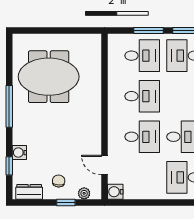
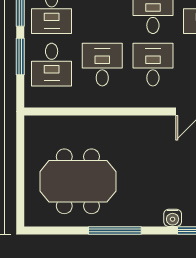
desk: (142, 56) -> (52, 65), turned 180
meeting table: (49, 77) -> (78, 181), turned 90

